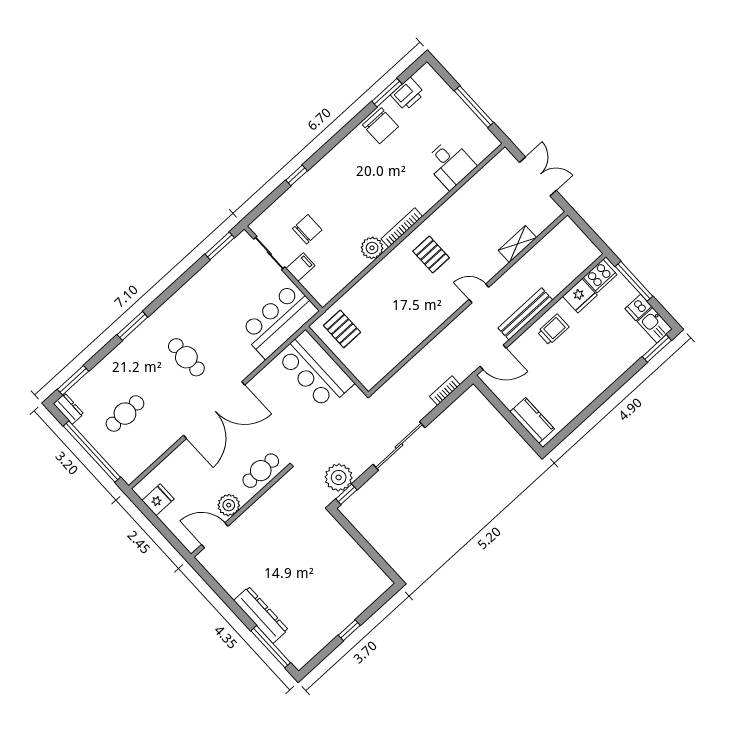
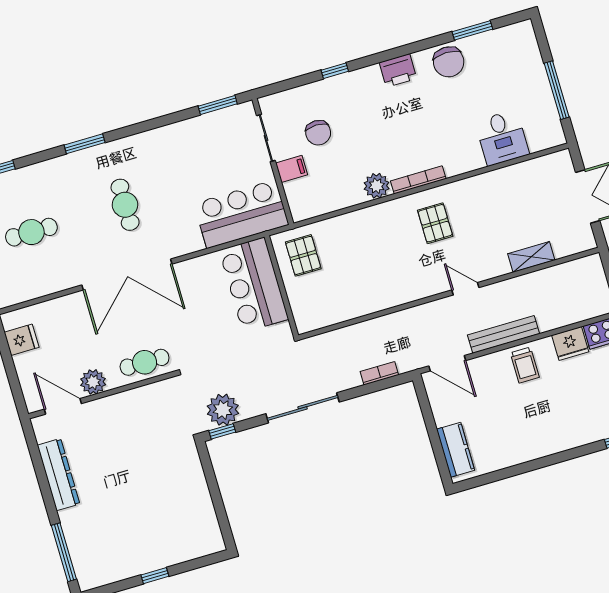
printer: (408, 94) -> (398, 71), moved
chair: (307, 229) -> (318, 133), turned 90
trolley: (553, 329) -> (525, 365), turned 90
dresser: (261, 615) -> (59, 475), moved

